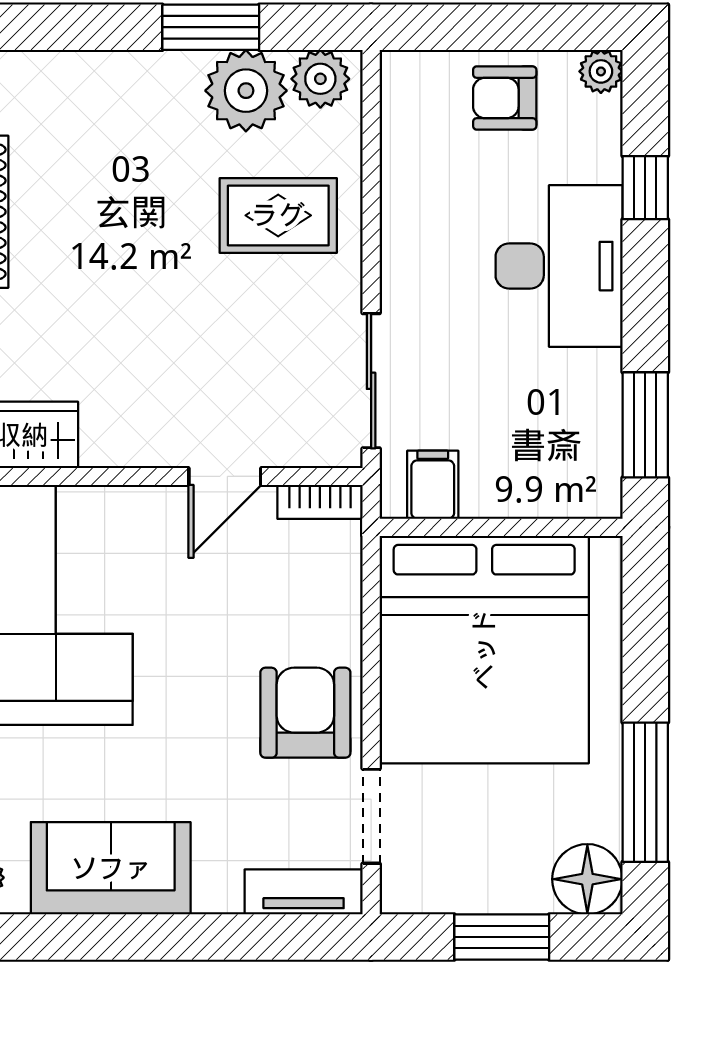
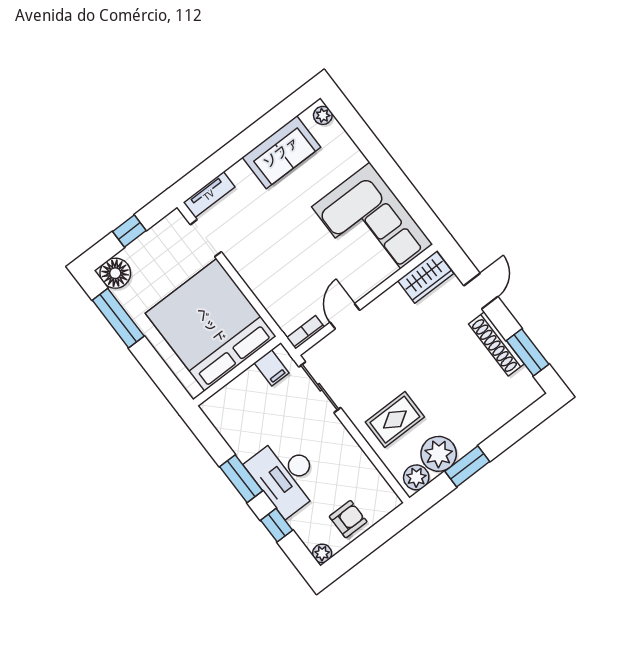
window: (645, 425) -> (241, 479), moved
armchair: (305, 713) -> (255, 256), removed
window: (502, 937) -> (129, 231), width x0.67

